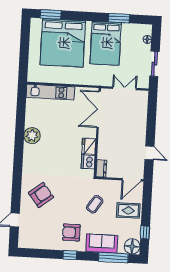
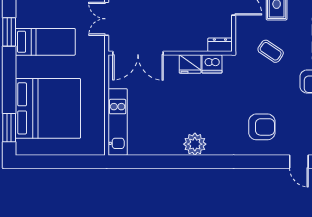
bed: (106, 43) -> (45, 42), width x0.67
plant: (32, 136) -> (195, 144), moved
armchair: (41, 195) -> (262, 127), turned 128

